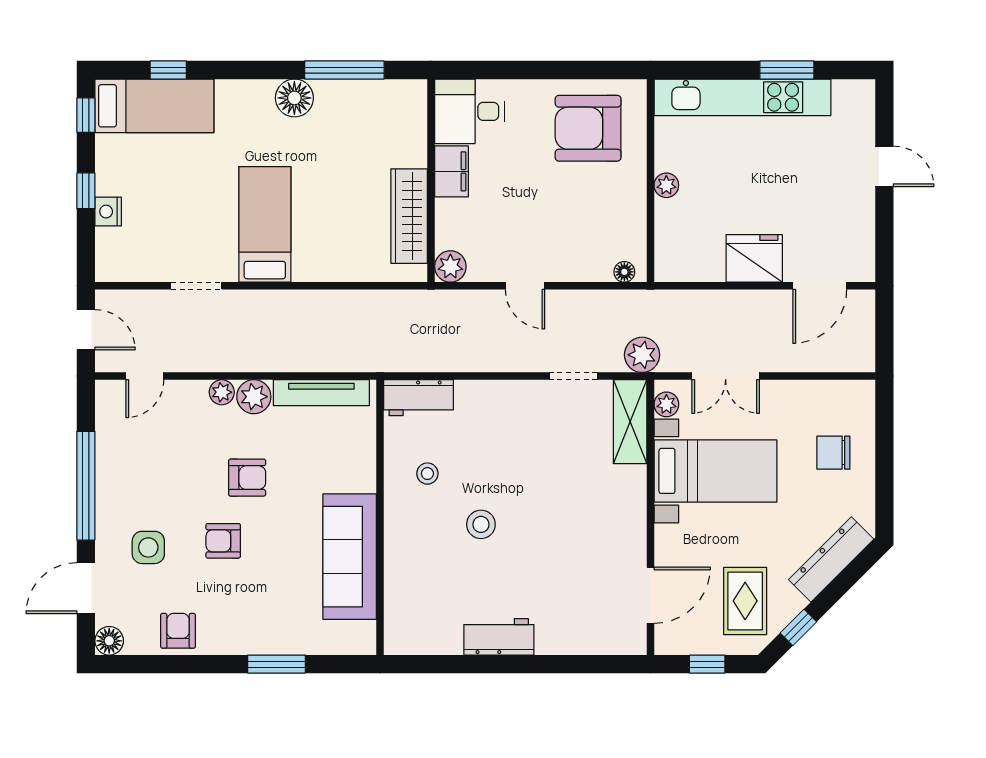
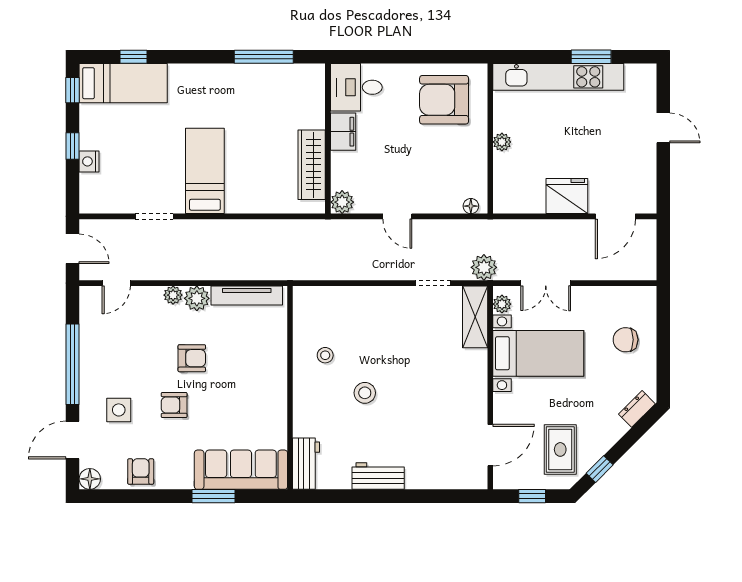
floor lamp: (294, 98) -> (227, 77), removed
workbench: (418, 398) -> (306, 464), moved, turned -90
sofa: (350, 557) -> (241, 470), moved, turned 90
dresser: (831, 559) -> (637, 409), width x0.51, depth x0.80

